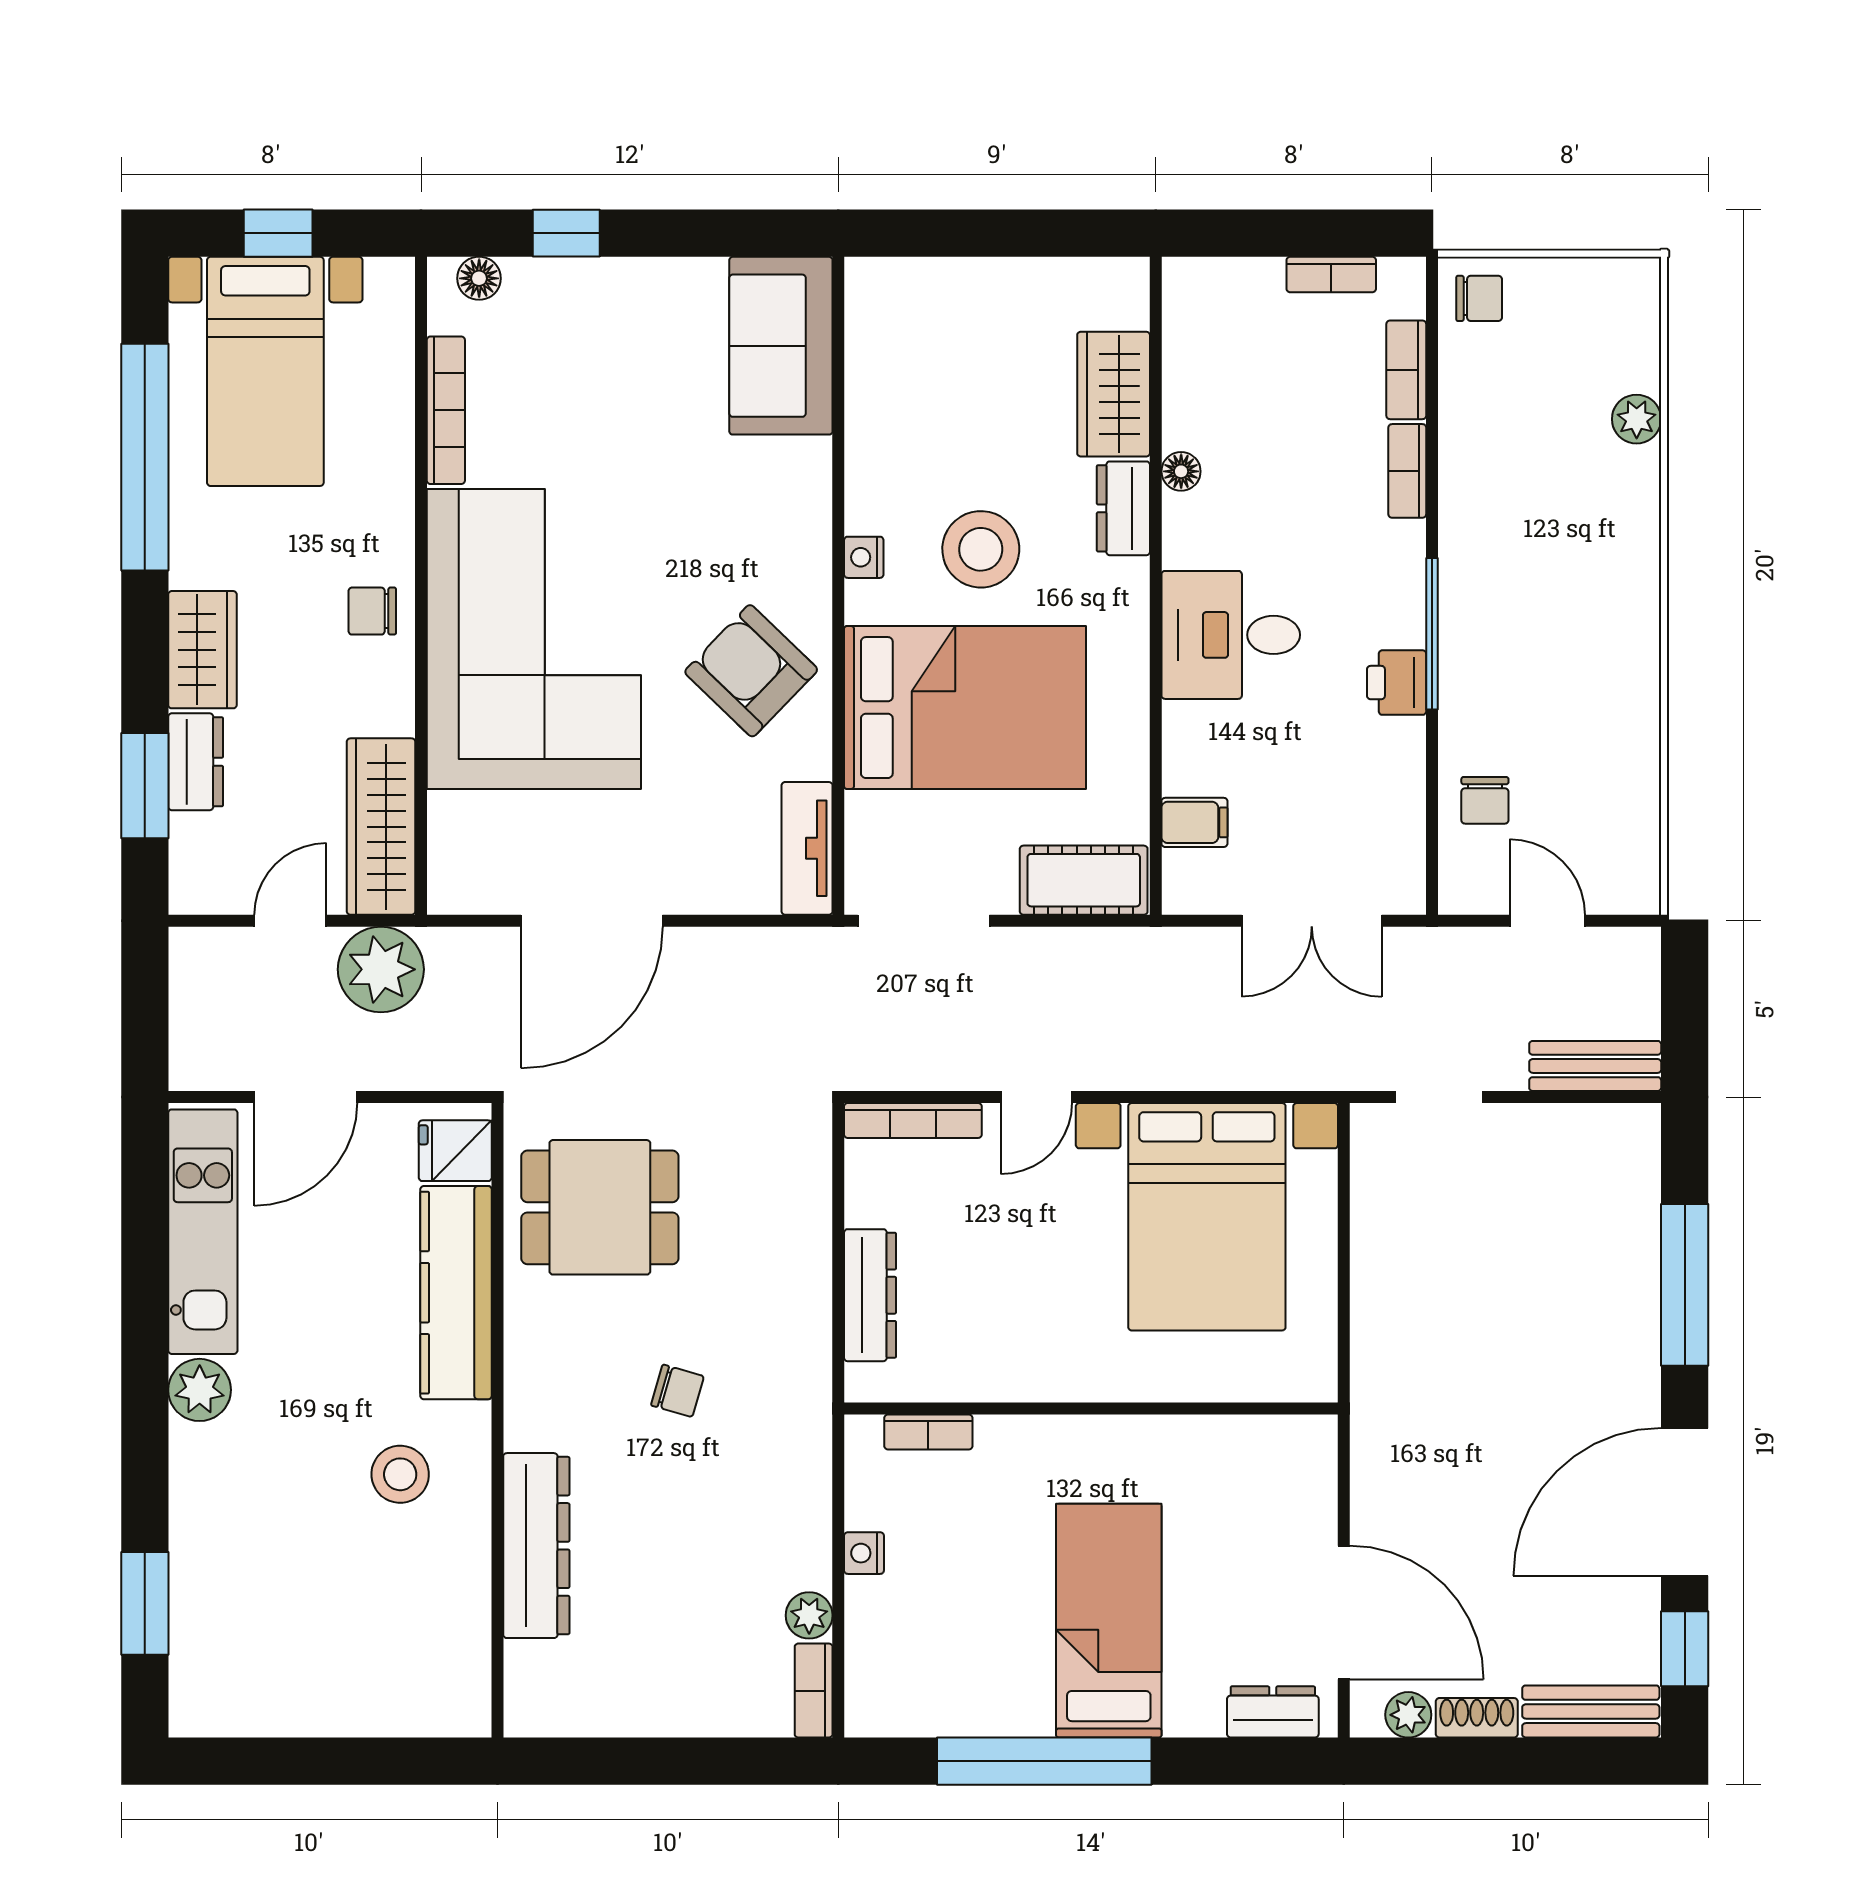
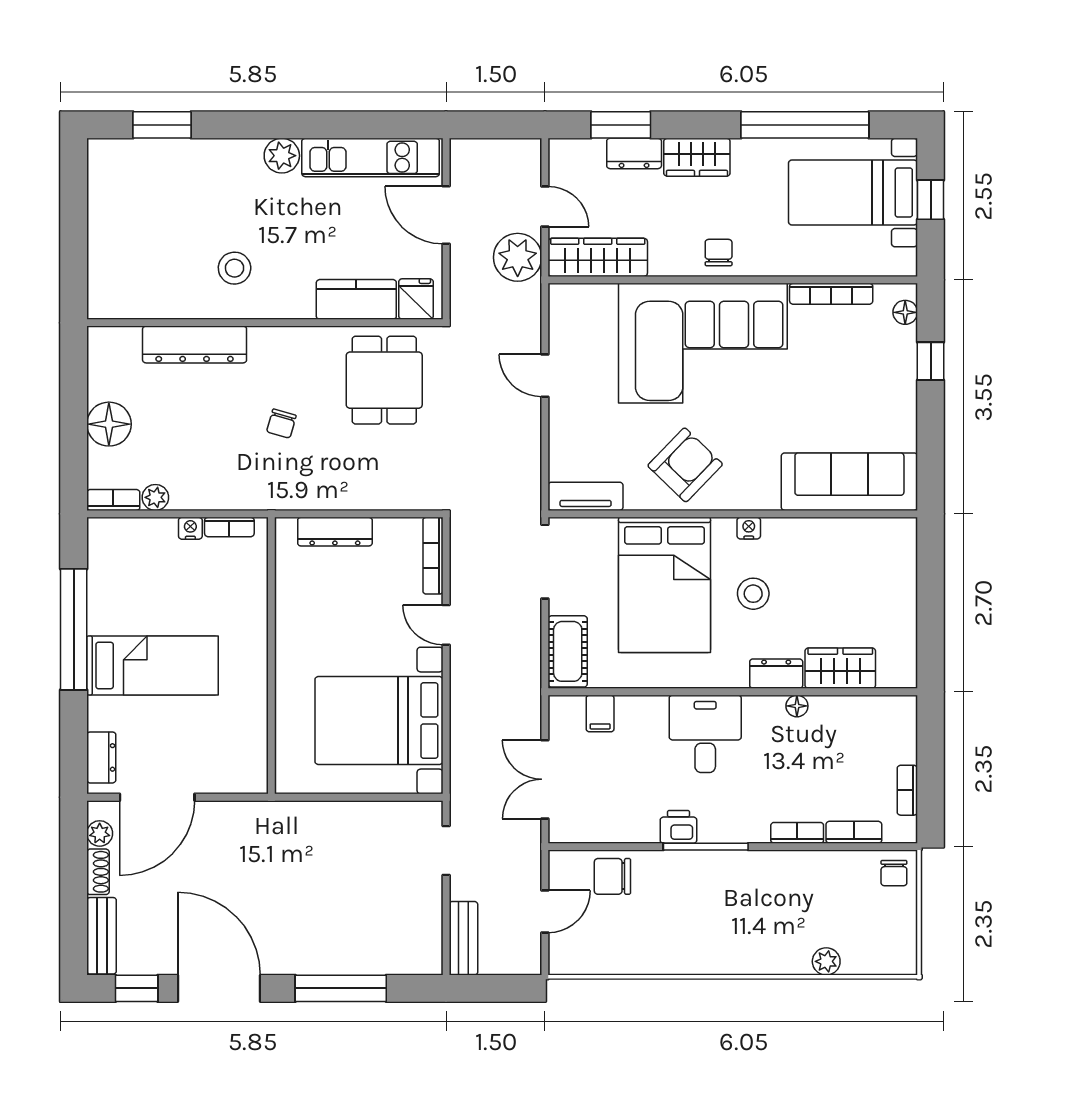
sofa: (781, 346) -> (849, 482), width x1.36
stool: (981, 549) -> (753, 594), width x0.73, depth x0.73
chair: (1485, 800) -> (612, 876), width x1.37, depth x1.37
door: (592, 921) -> (545, 376), width x0.53
kitchen counter: (456, 1293) -> (356, 299), width x0.67
bookcase: (928, 1432) -> (229, 527), moved, turned -90
floor lamp: (678, 1698) -> (109, 424), added

